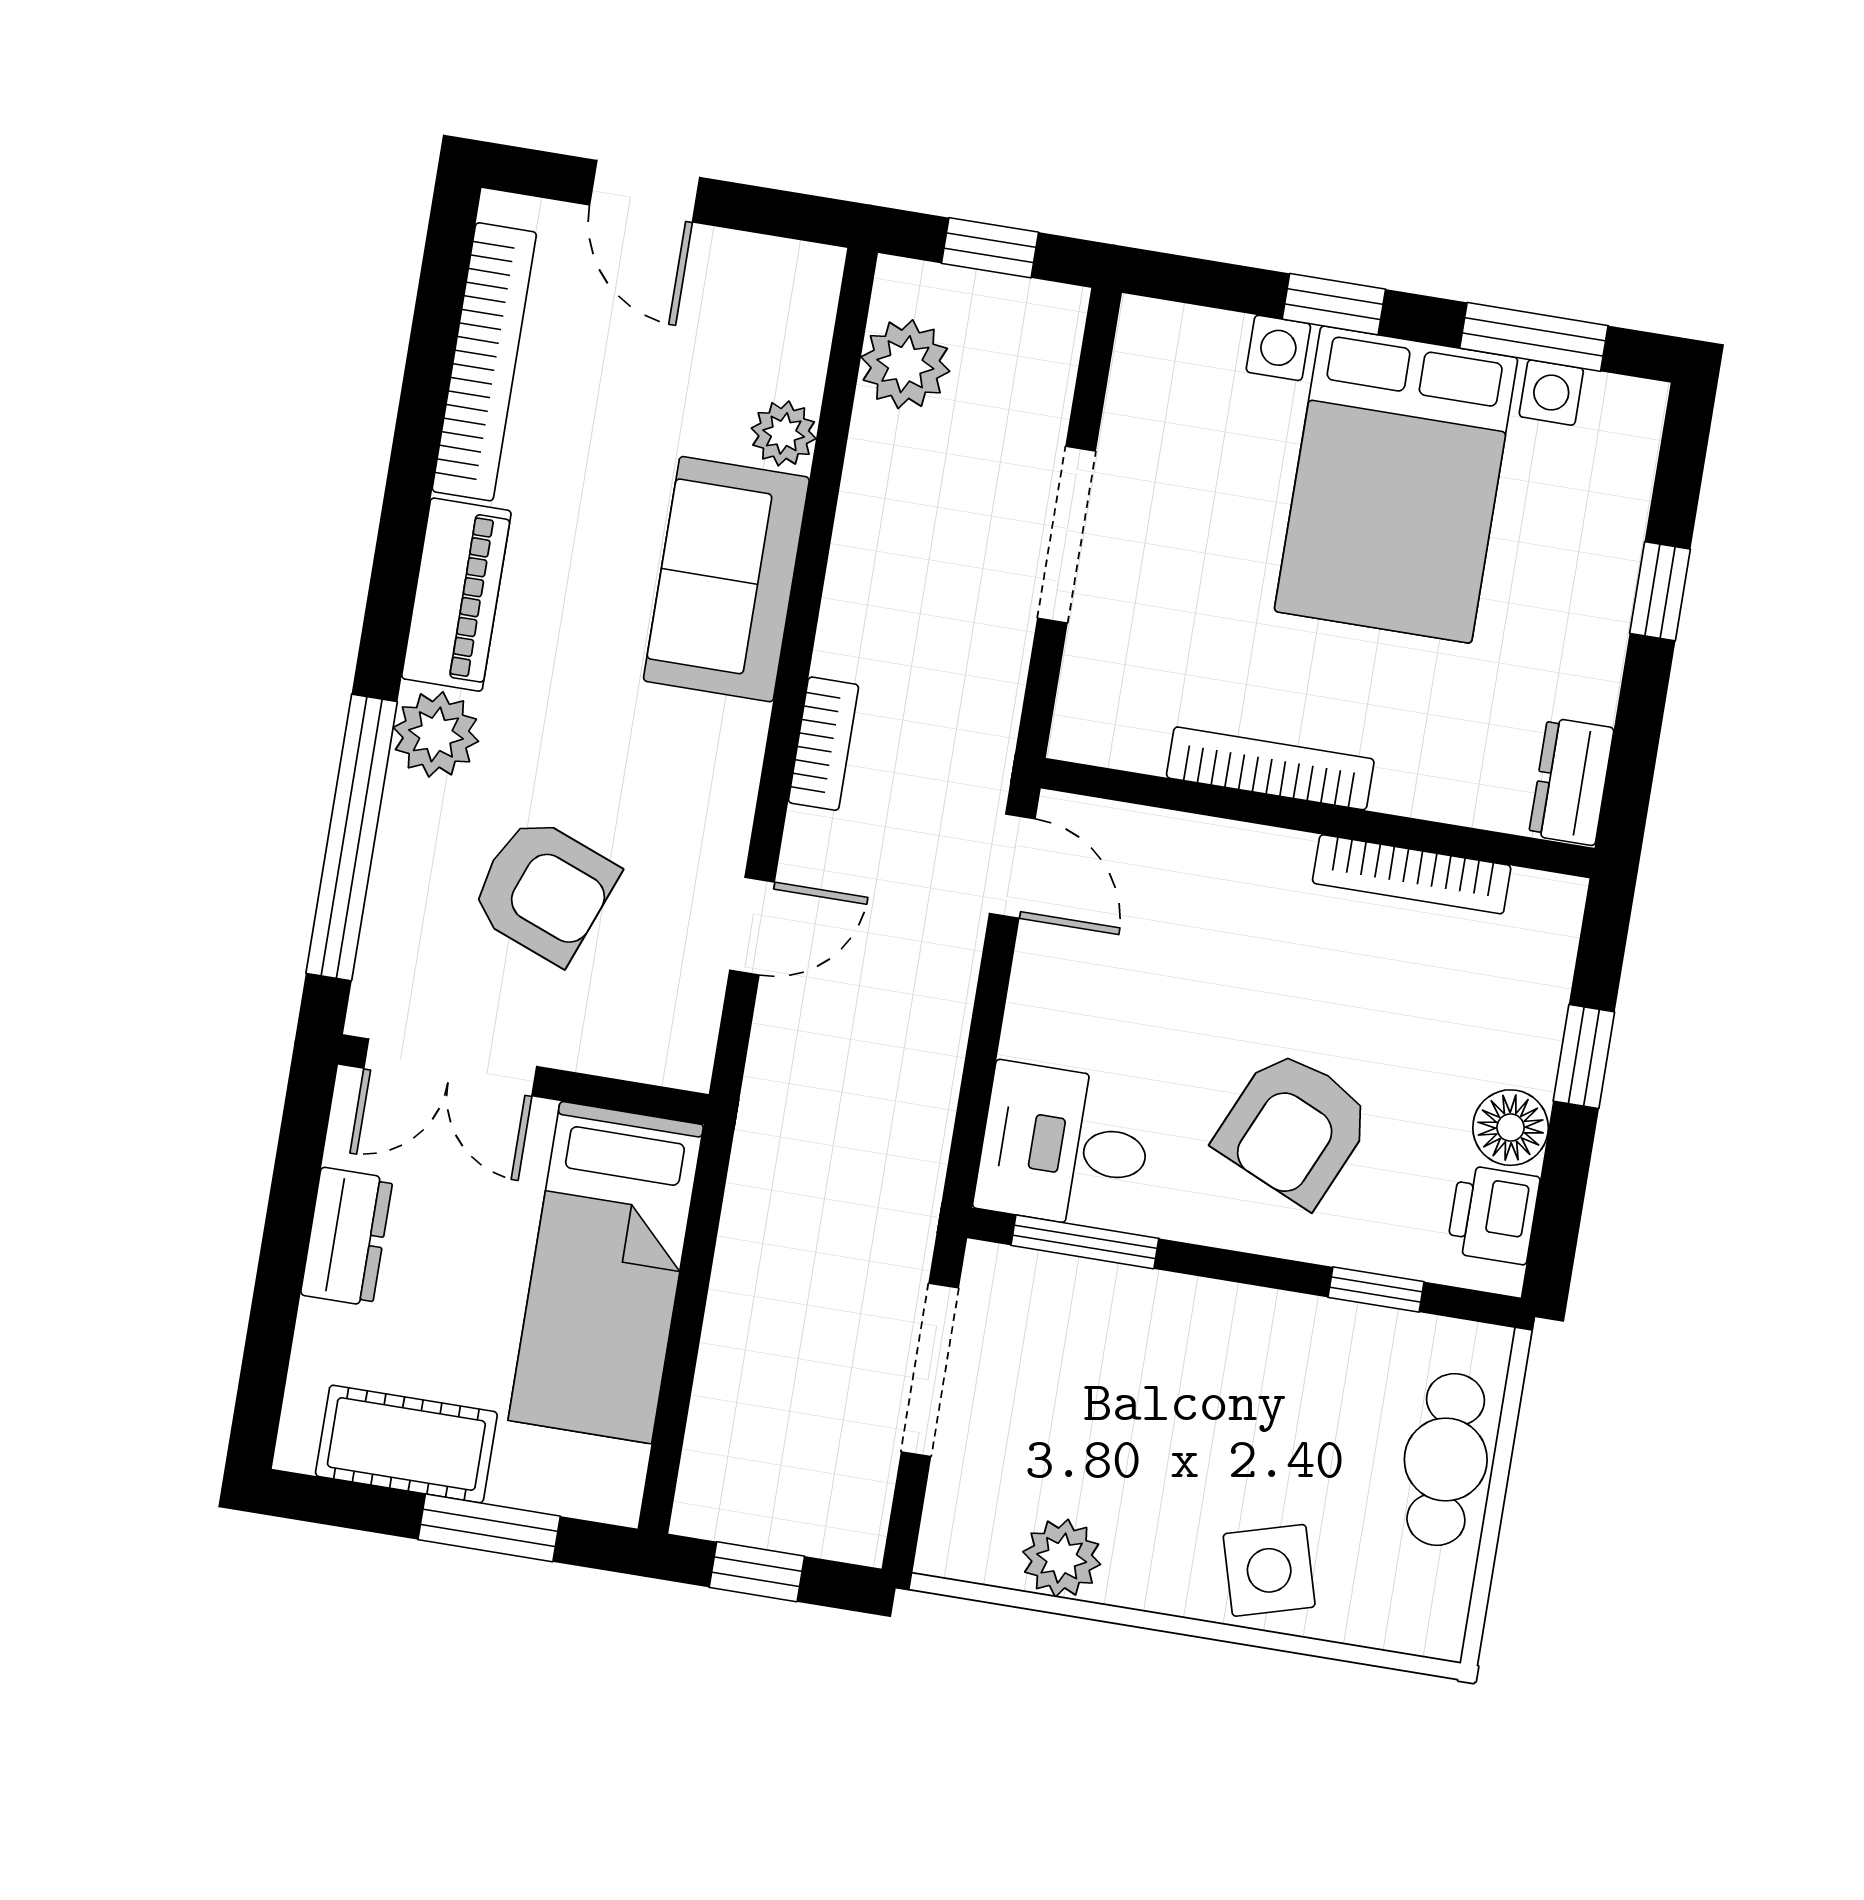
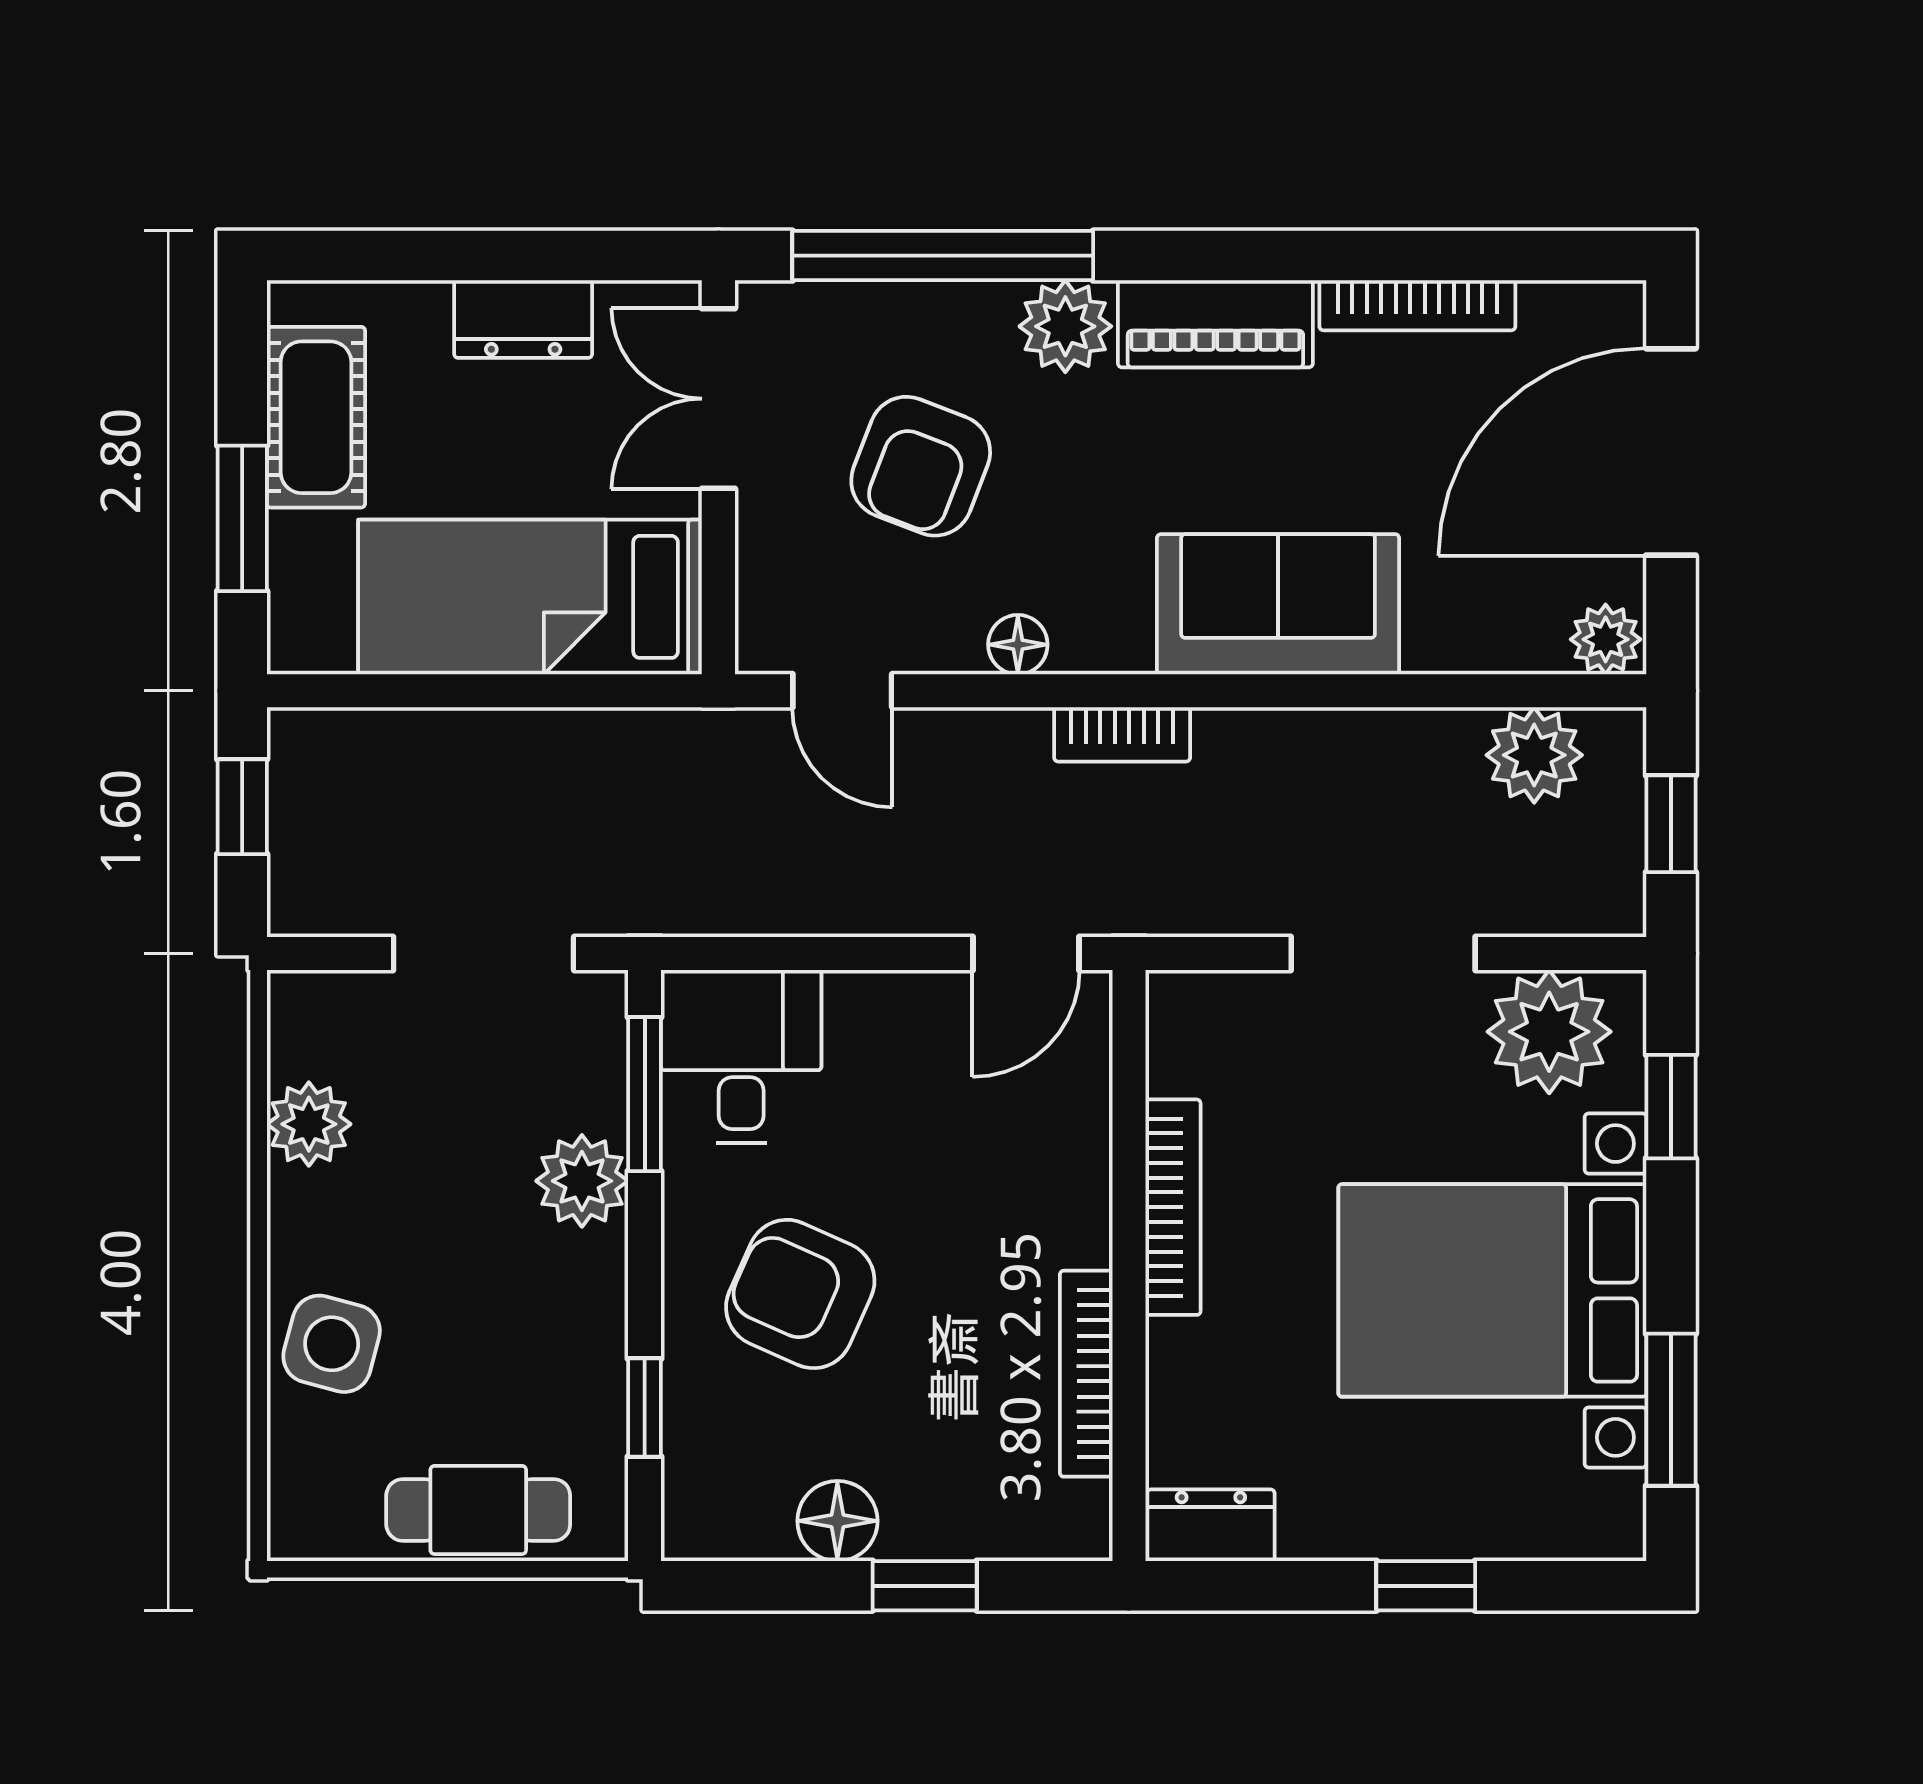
door: (645, 191) -> (1671, 452), width x1.87
window: (1334, 304) -> (1671, 1107), moved
bookcase: (484, 362) -> (1417, 305), width x0.68, depth x0.76
plant: (1164, 392) -> (1549, 1032), added
plant: (784, 433) -> (1606, 639), moved
floor lamp: (724, 827) -> (1018, 645), added
door: (752, 926) -> (842, 691), moved
printer: (1493, 1215) -> (743, 1518), removed
plant: (1156, 1313) -> (582, 1181), added
side table: (1269, 1570) -> (332, 1344), turned 31

